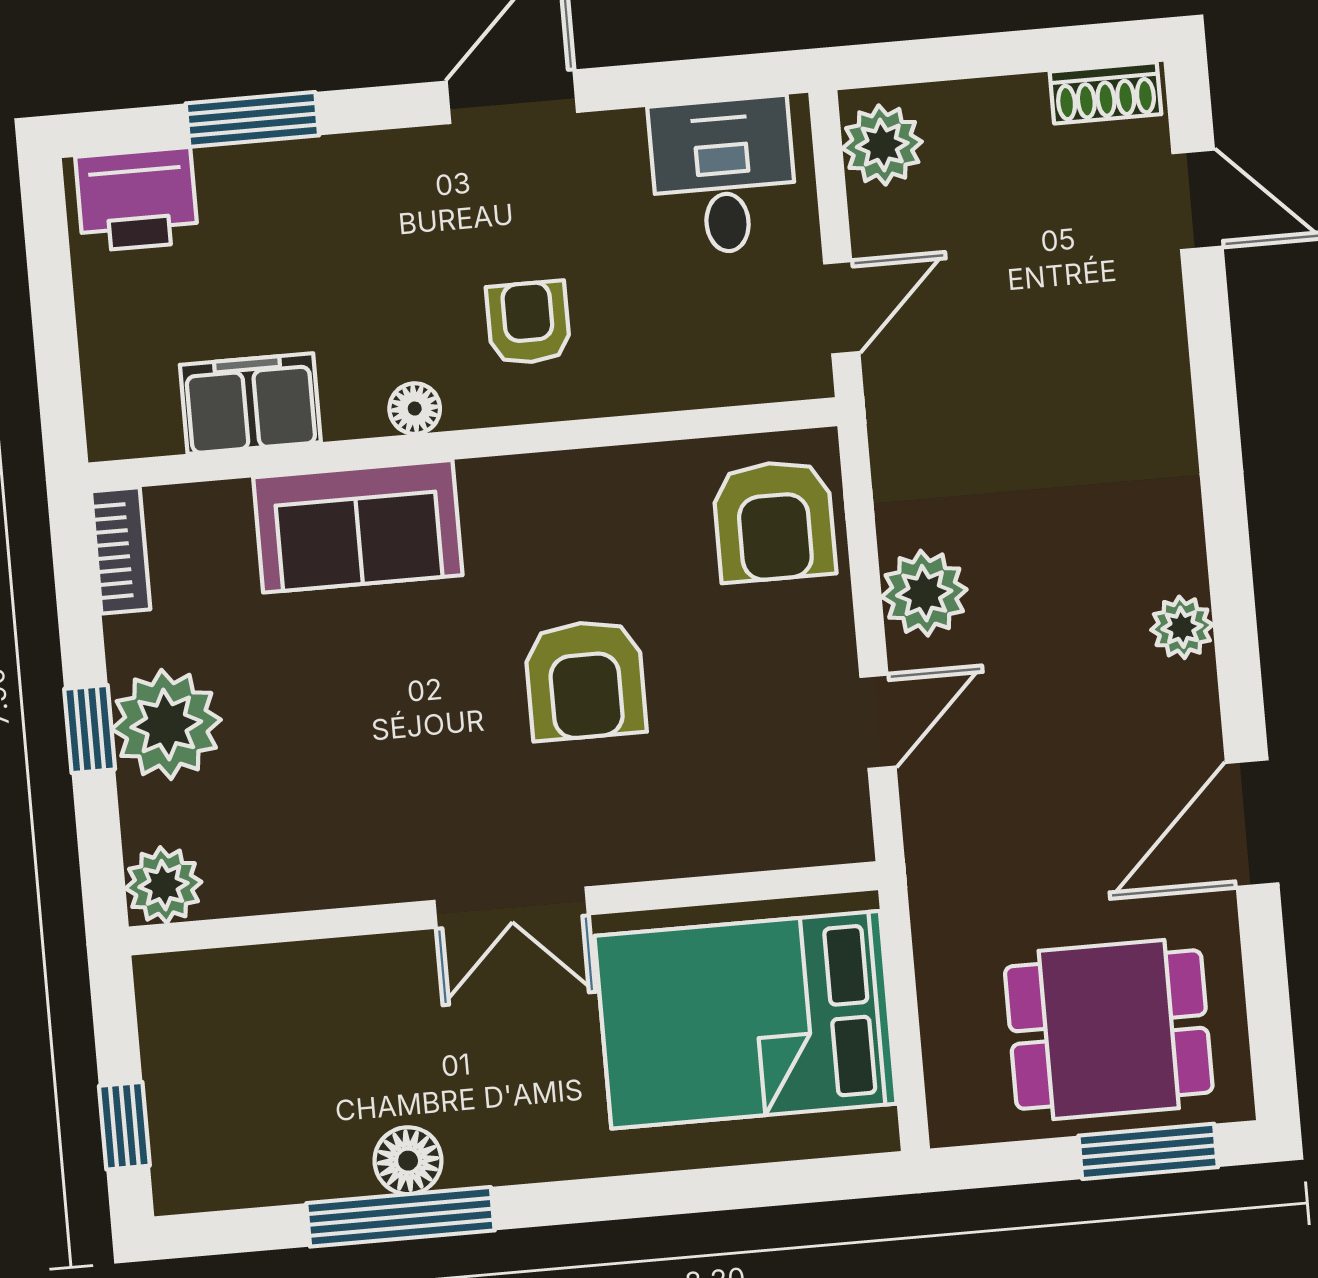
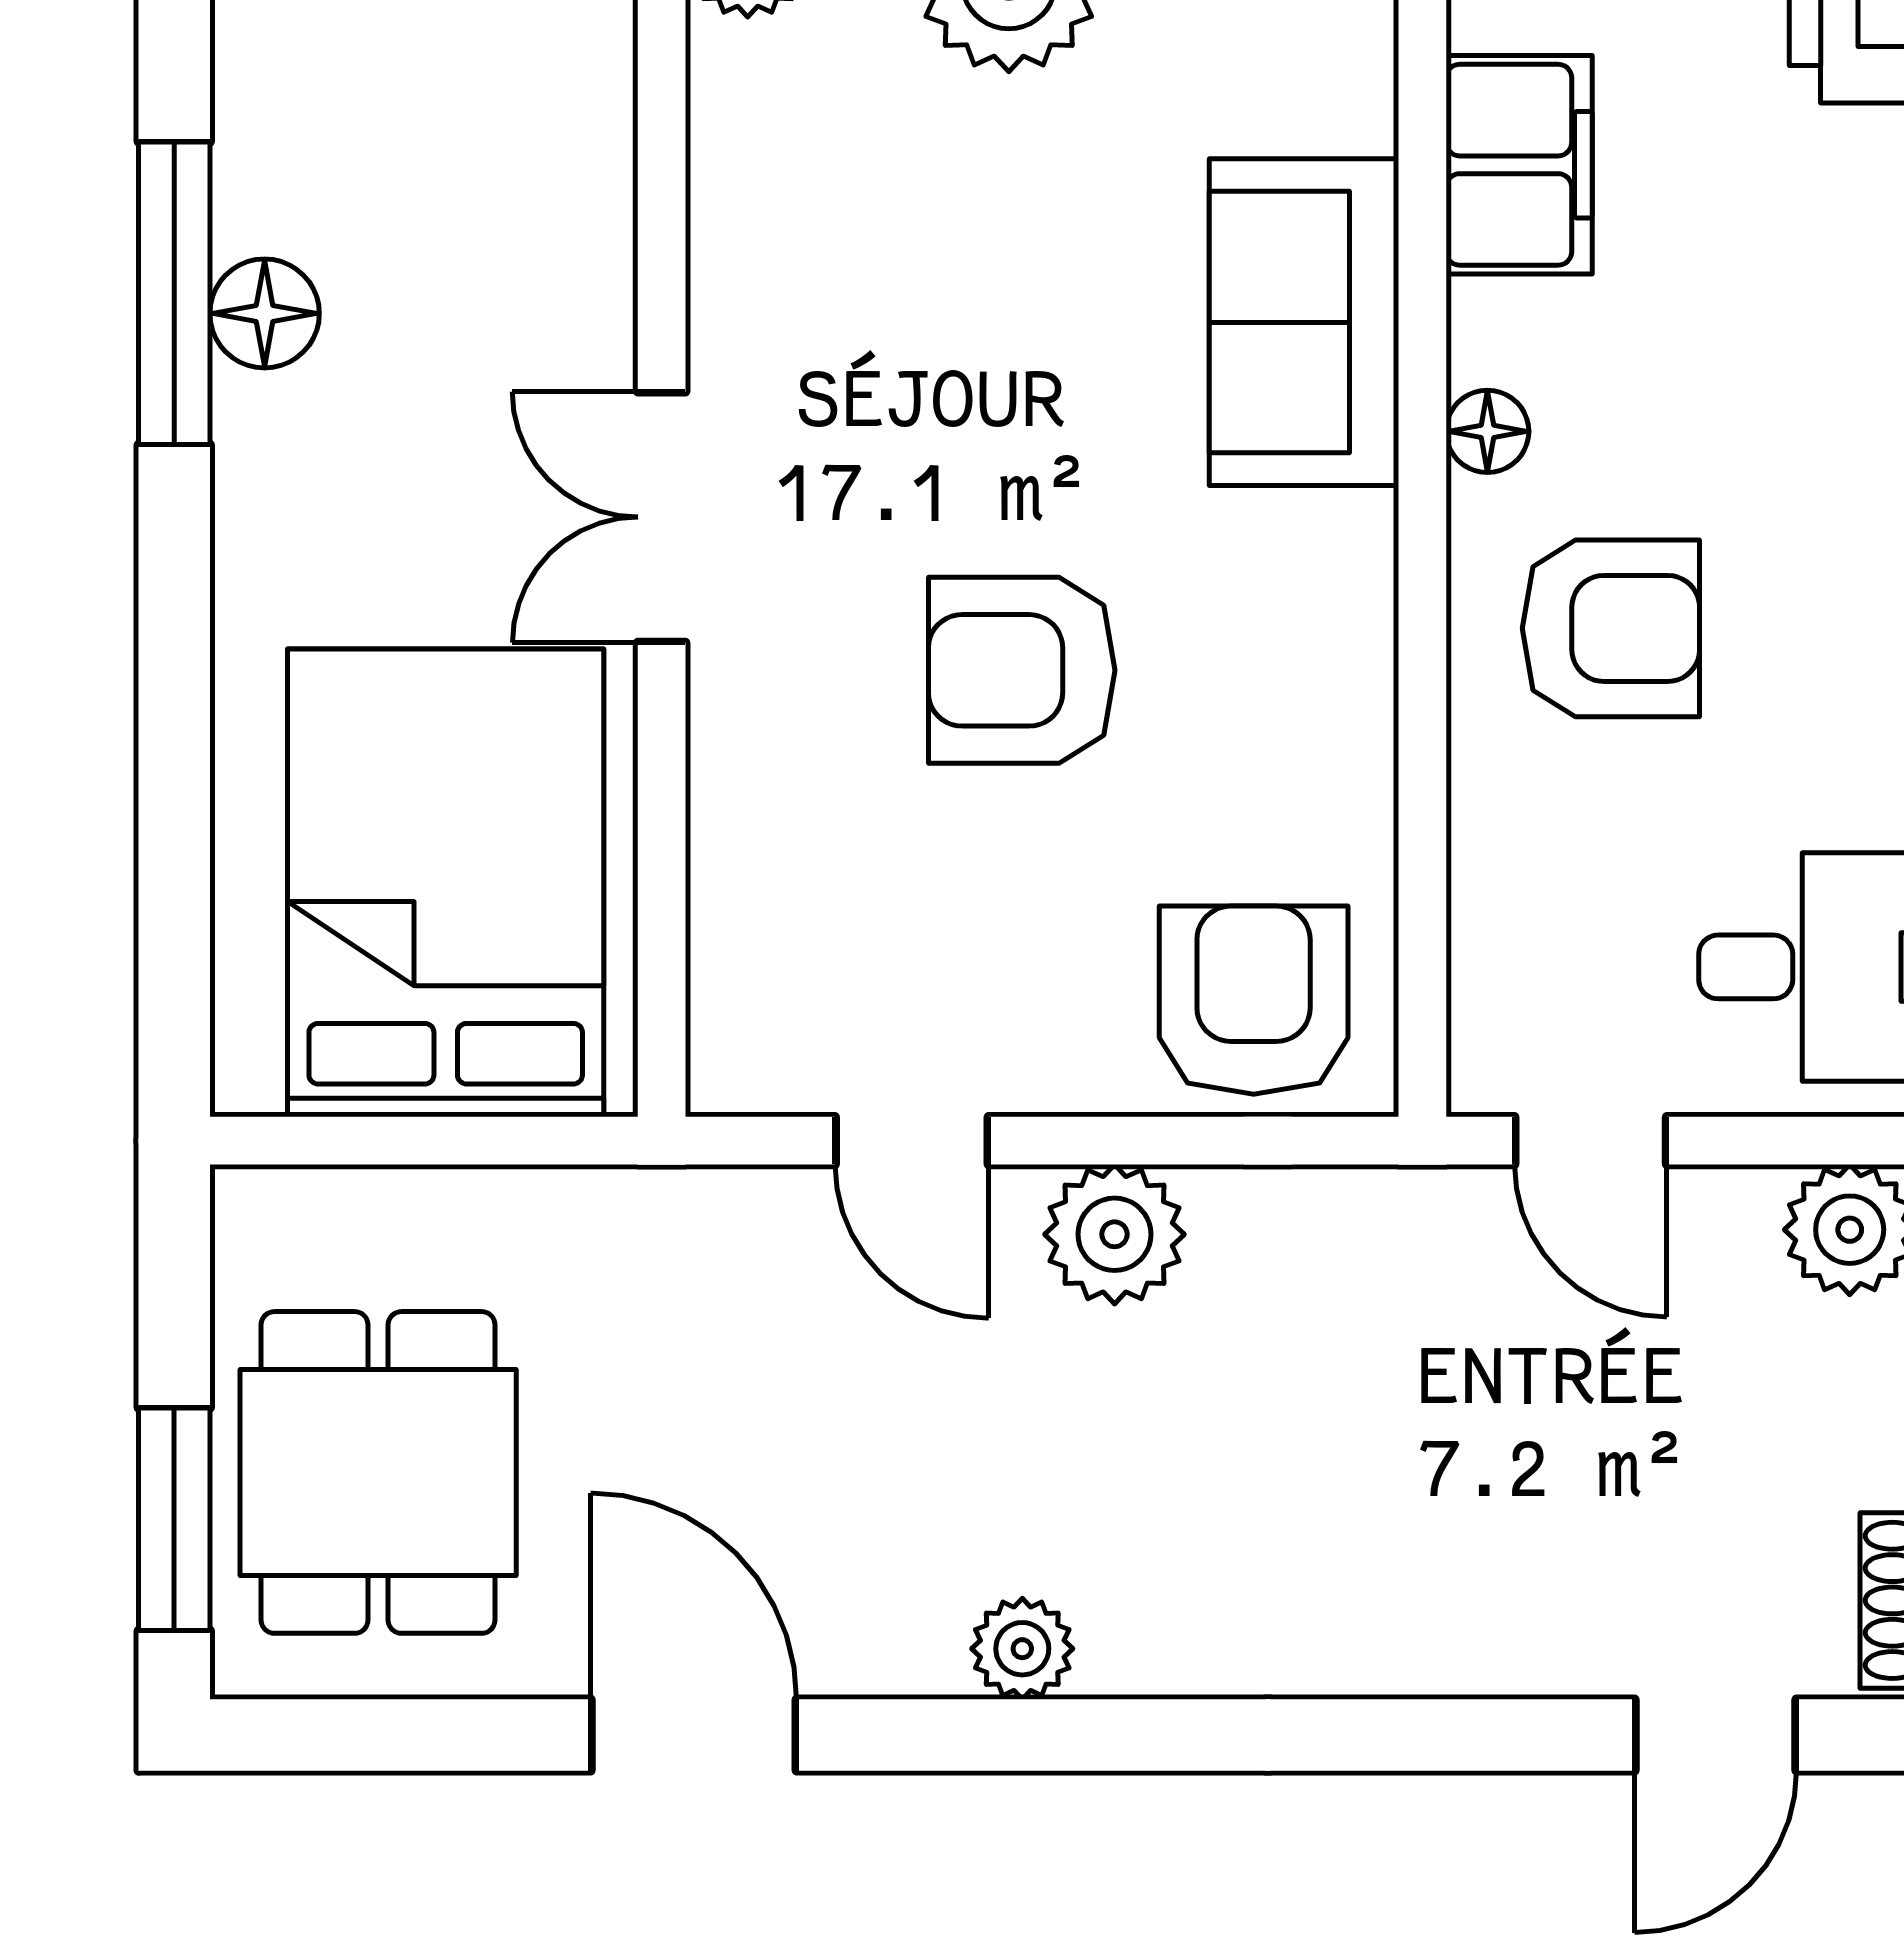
armchair: (528, 323) -> (1611, 628), width x1.38, depth x1.38
armchair: (774, 521) -> (1254, 1000), turned 90

